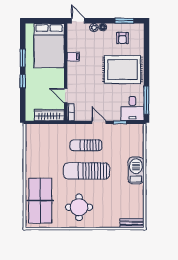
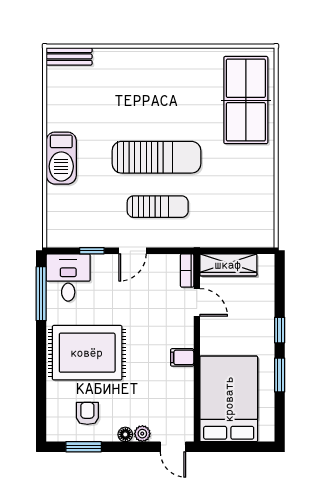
filing cabinet: (73, 57) -> (182, 357), moved
door: (99, 122) -> (133, 251), hinge flipped
round table: (79, 207) -> (171, 87), removed

